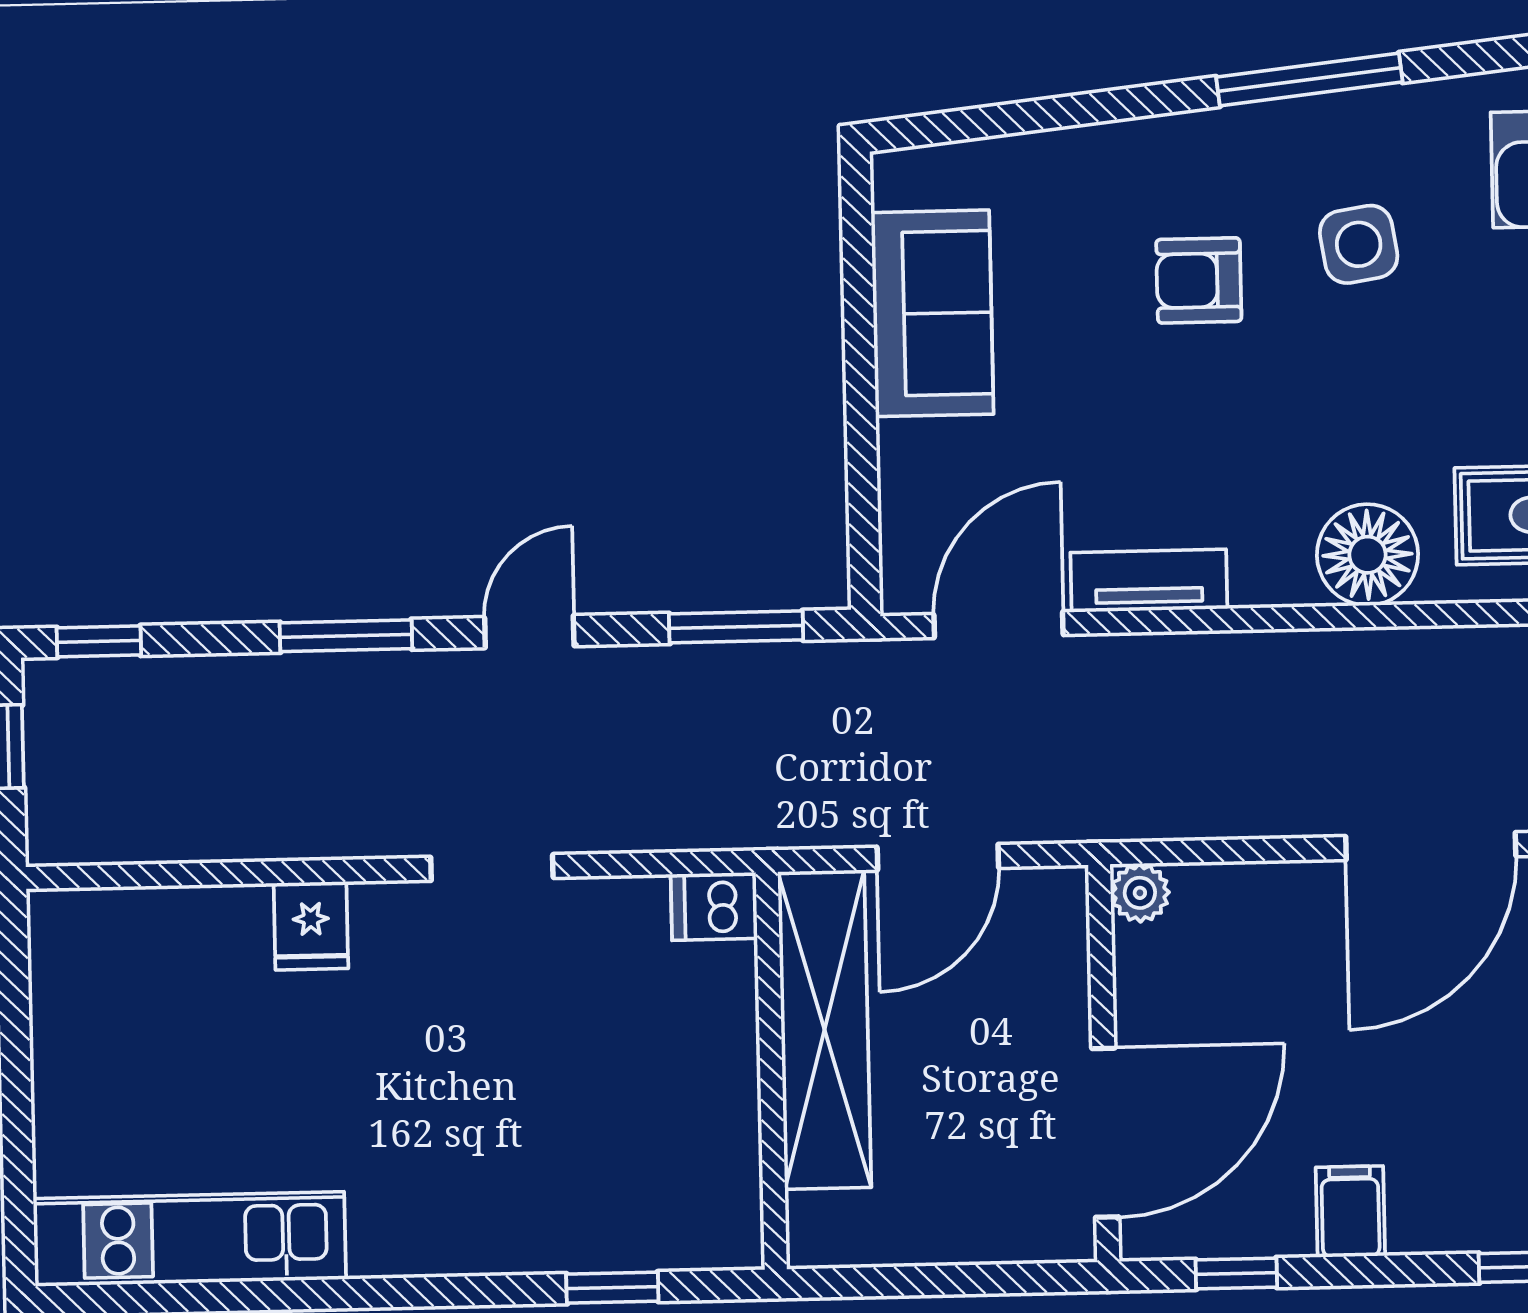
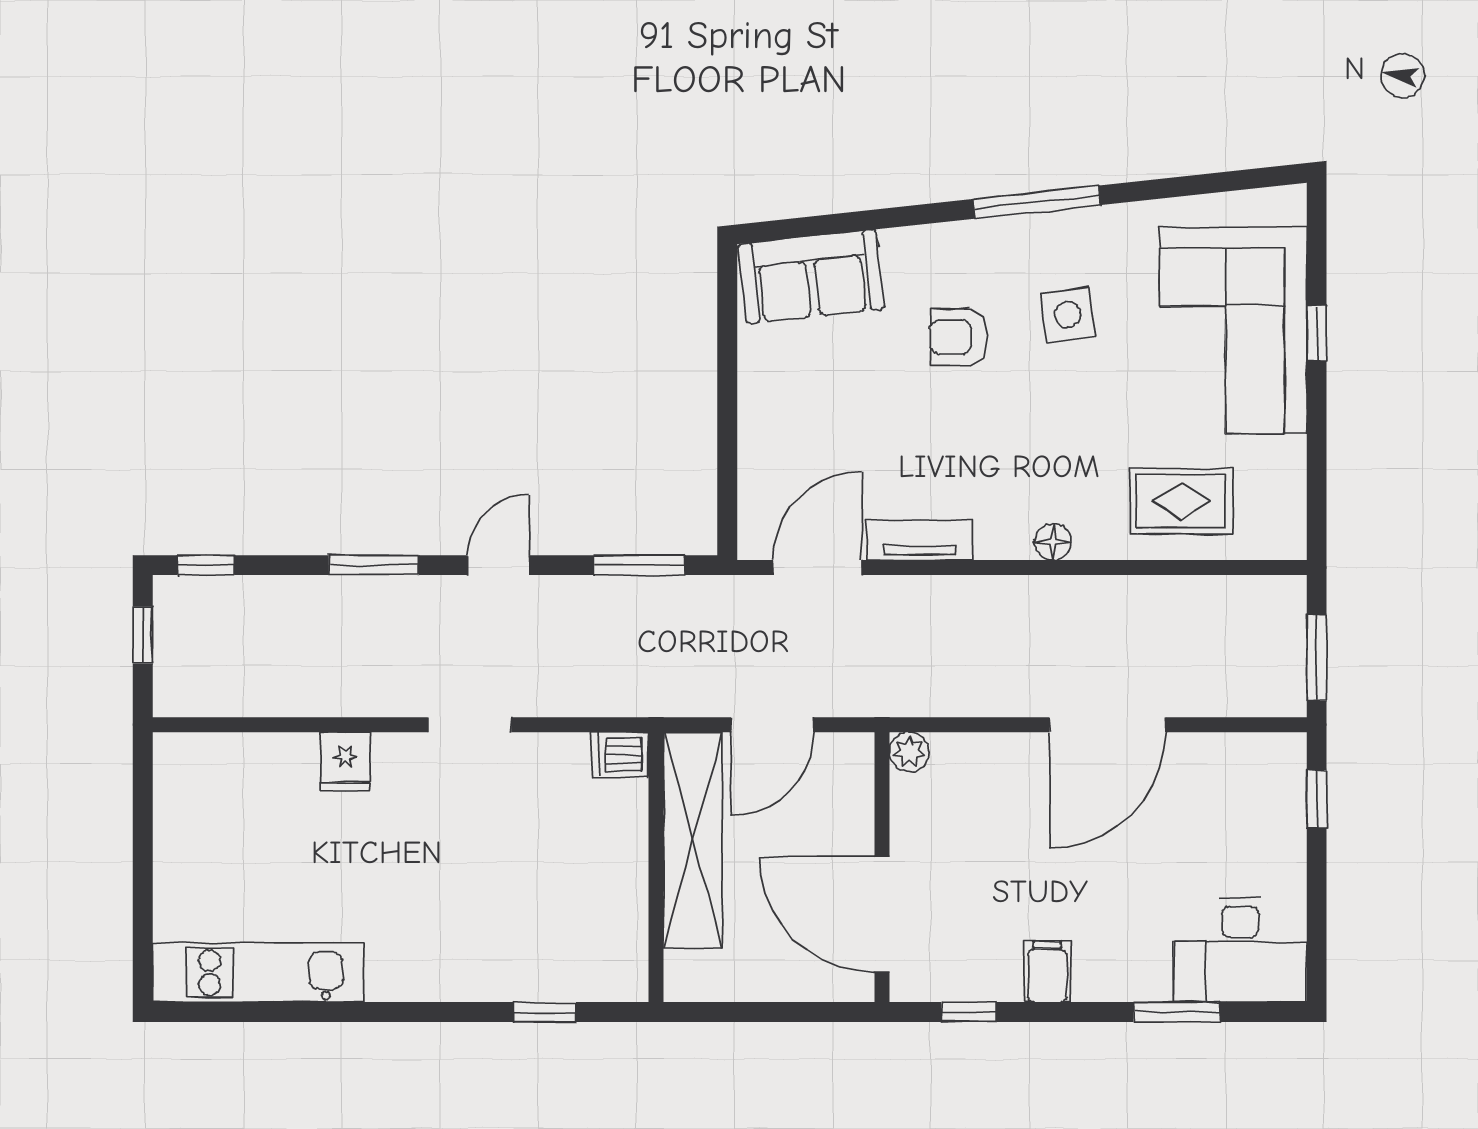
sofa: (932, 313) -> (811, 277), moved, turned 84
floor lamp: (1368, 555) -> (1053, 542), width x0.53, depth x0.53
door: (1105, 1133) -> (882, 914), swing flipped

